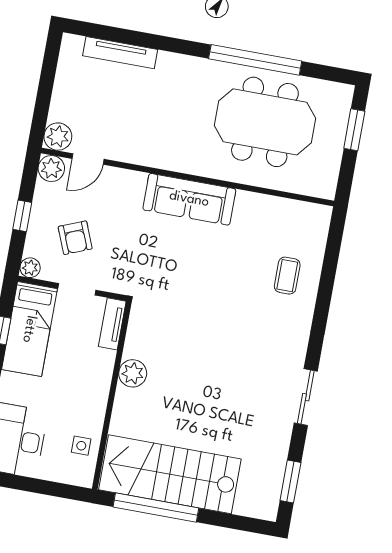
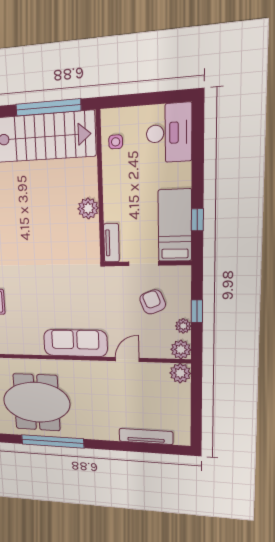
door: (88, 159) -> (127, 360), moved
plant: (30, 268) -> (183, 326), moved

